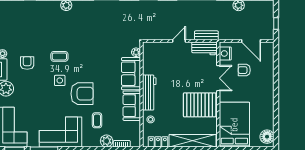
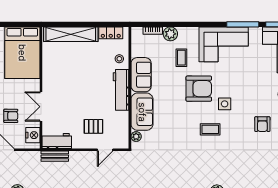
door: (179, 41) -> (105, 150), moved
coffee table: (59, 56) -> (210, 129), moved
armchair: (82, 94) -> (199, 89), turned 180
pallet: (200, 105) -> (93, 126), moved, width x0.49, depth x0.50

